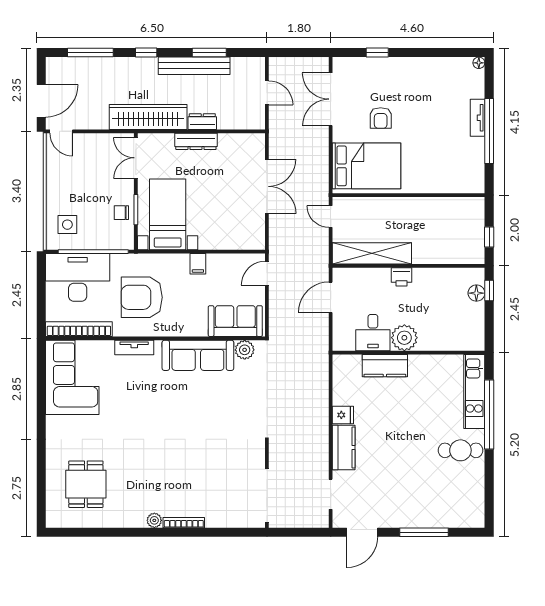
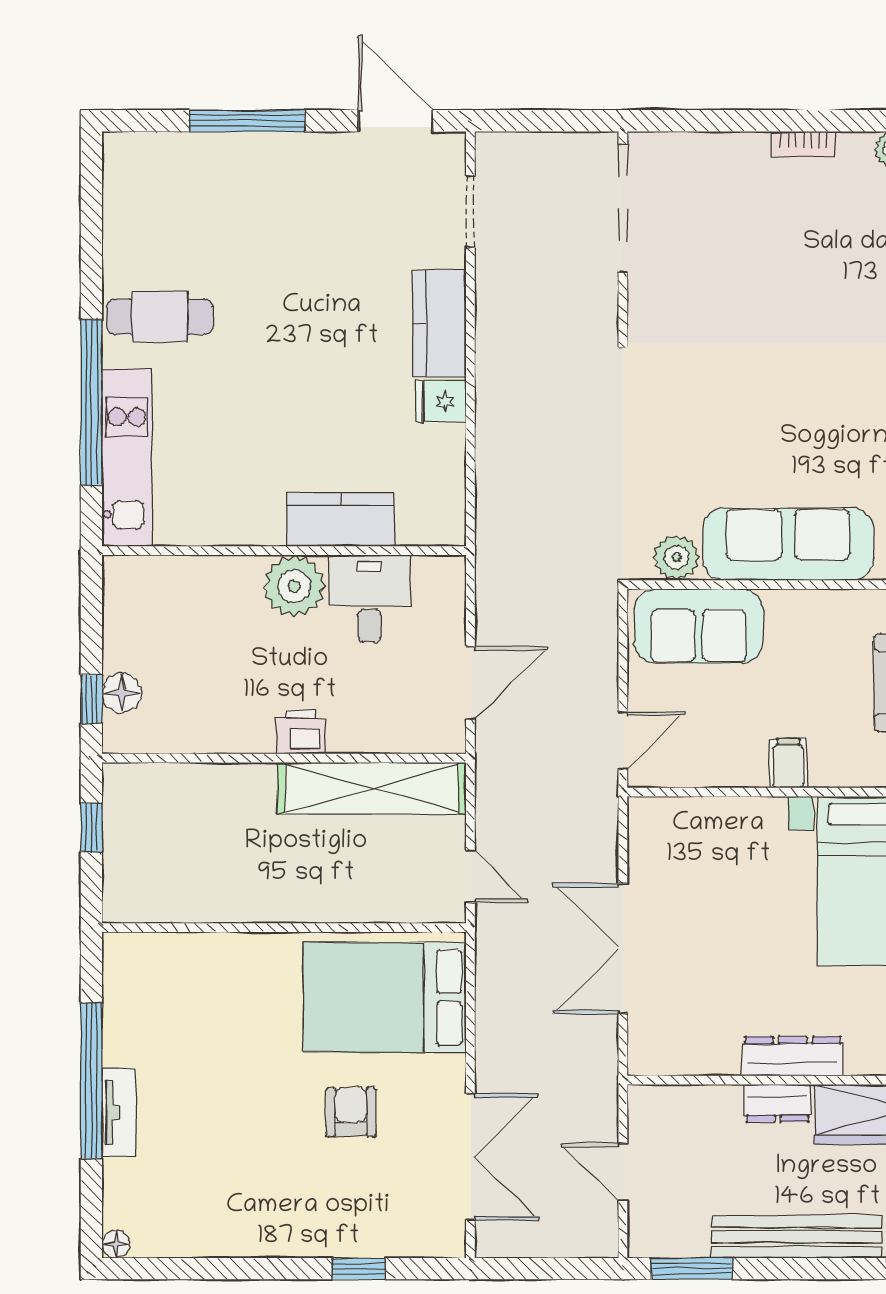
window: (209, 53) -> (692, 1269), moved
bookcase: (184, 523) -> (804, 144), width x0.64
door: (362, 532) -> (395, 121), hinge flipped

